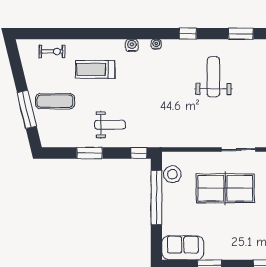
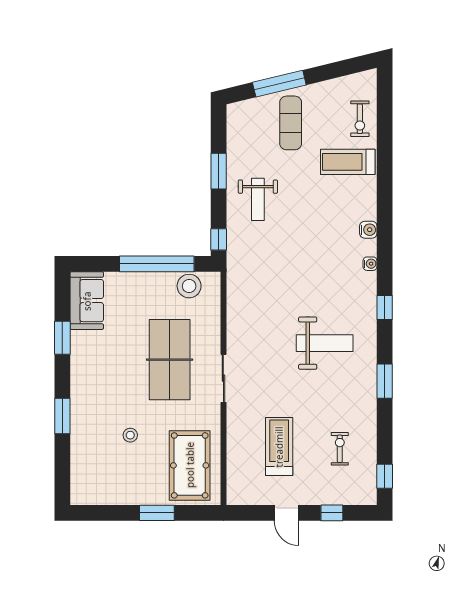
treadmill: (95, 69) -> (348, 162), moved, turned -90

